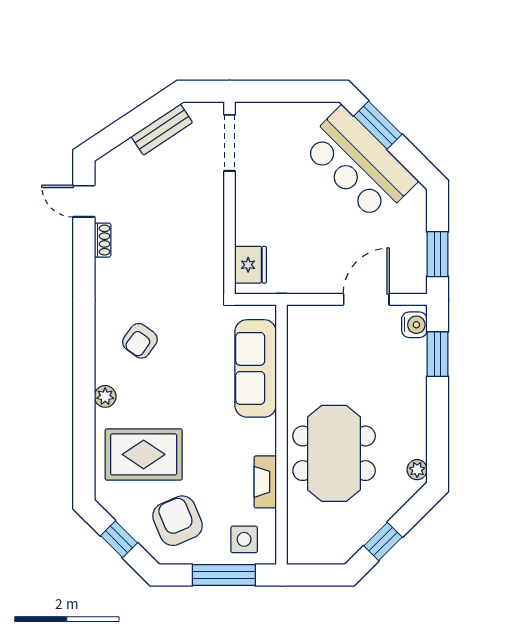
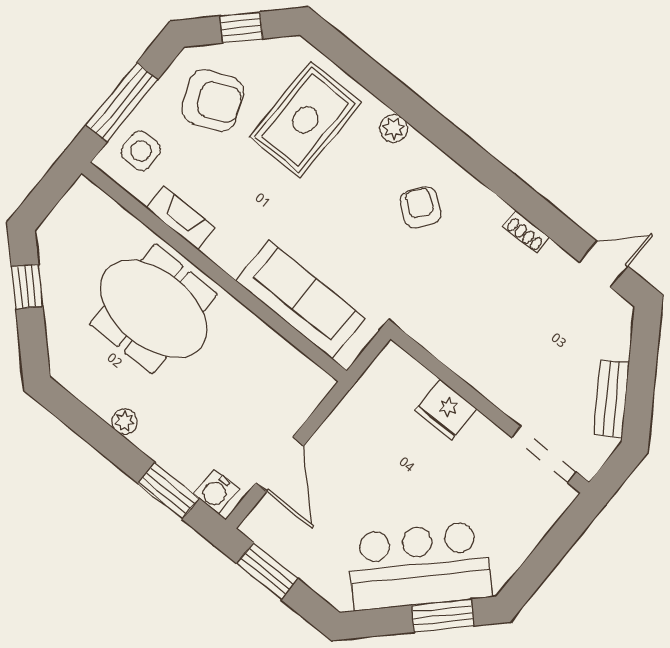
shoe rack: (103, 240) -> (526, 232), moved
fridge: (251, 265) -> (446, 410), moved
plant: (417, 470) -> (125, 422), moved

